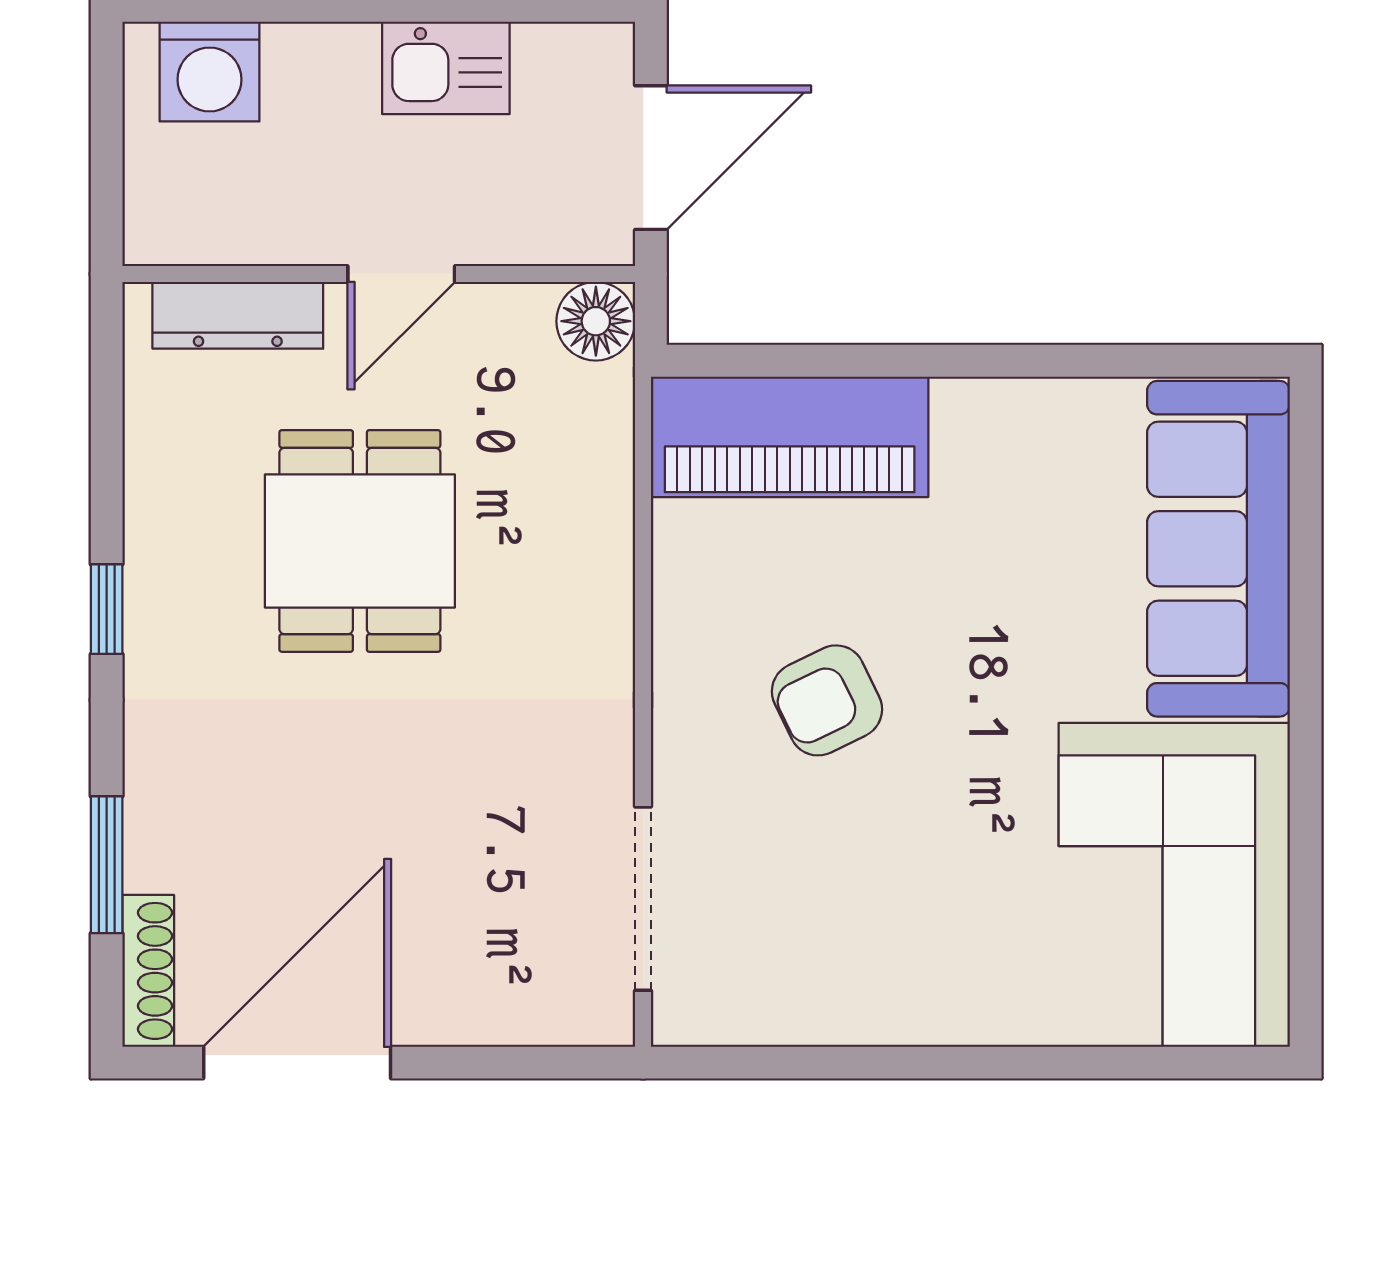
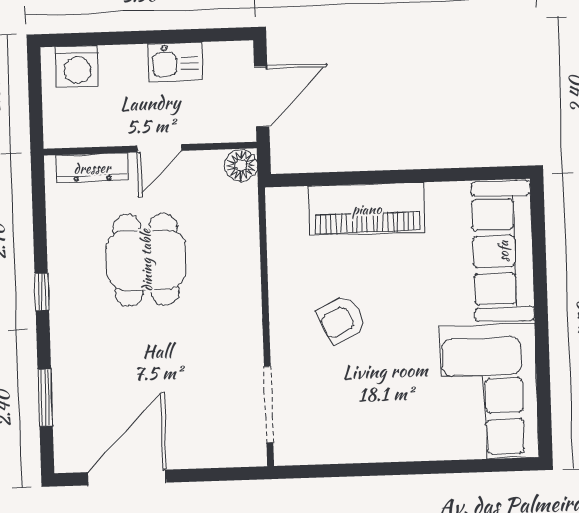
piano: (790, 437) -> (367, 209), moved
shoe rack: (148, 971) -> (64, 441), removed

